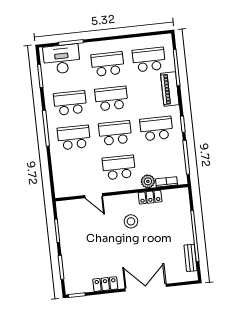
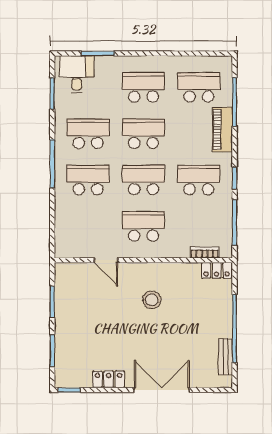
desk: (62, 59) -> (77, 74), width x0.73
plant: (148, 181) -> (180, 249), removed
locker: (150, 197) -> (217, 270), moved

